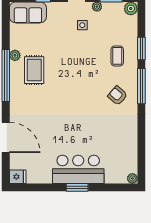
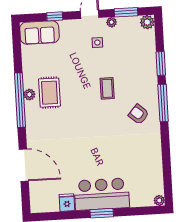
plant: (15, 55) -> (29, 95), moved
coffee table: (117, 56) -> (107, 88), moved
fridge: (18, 177) -> (67, 203), moved, turned -90

